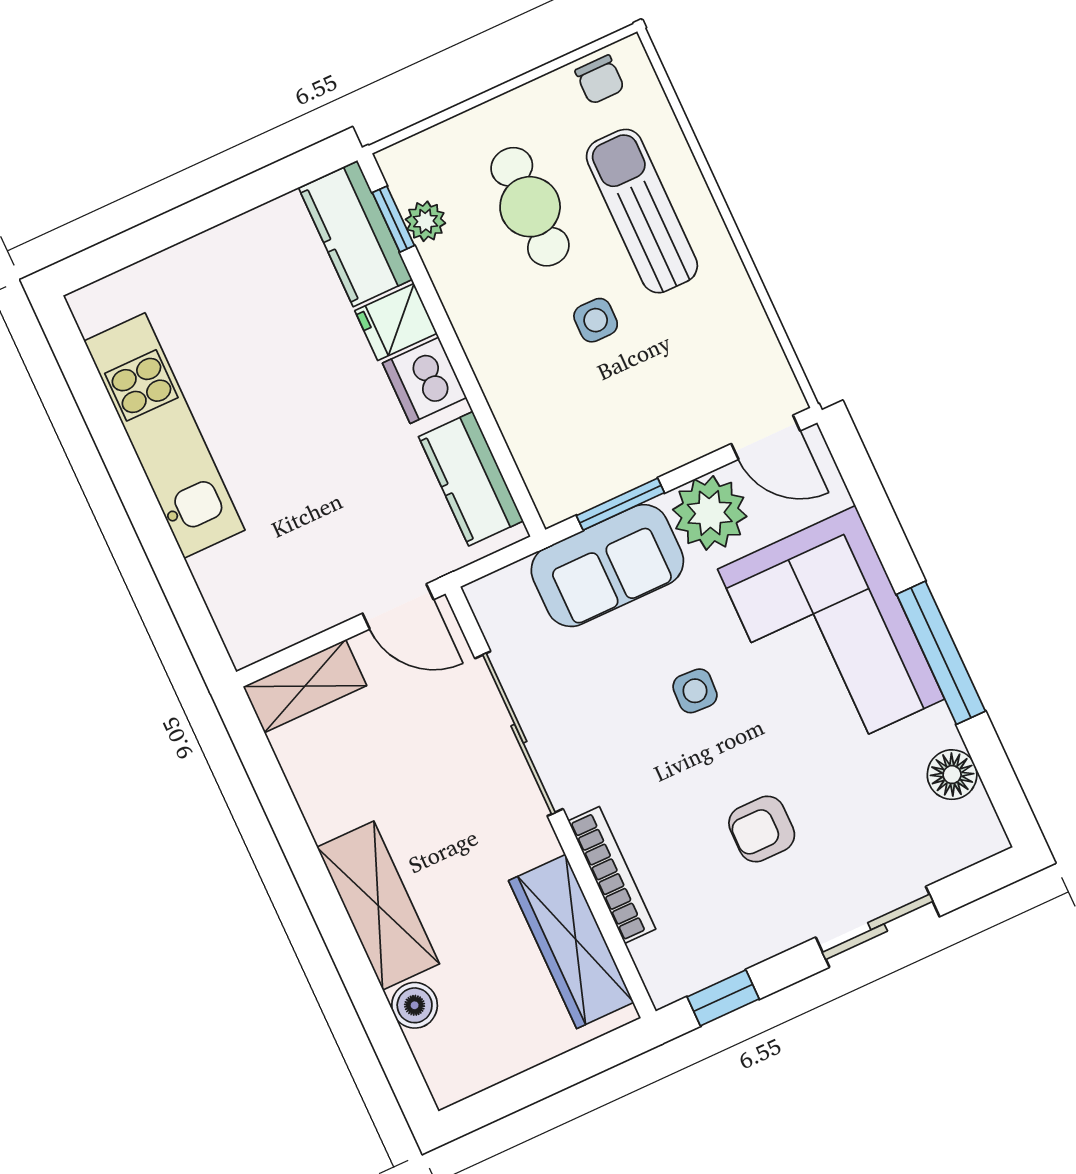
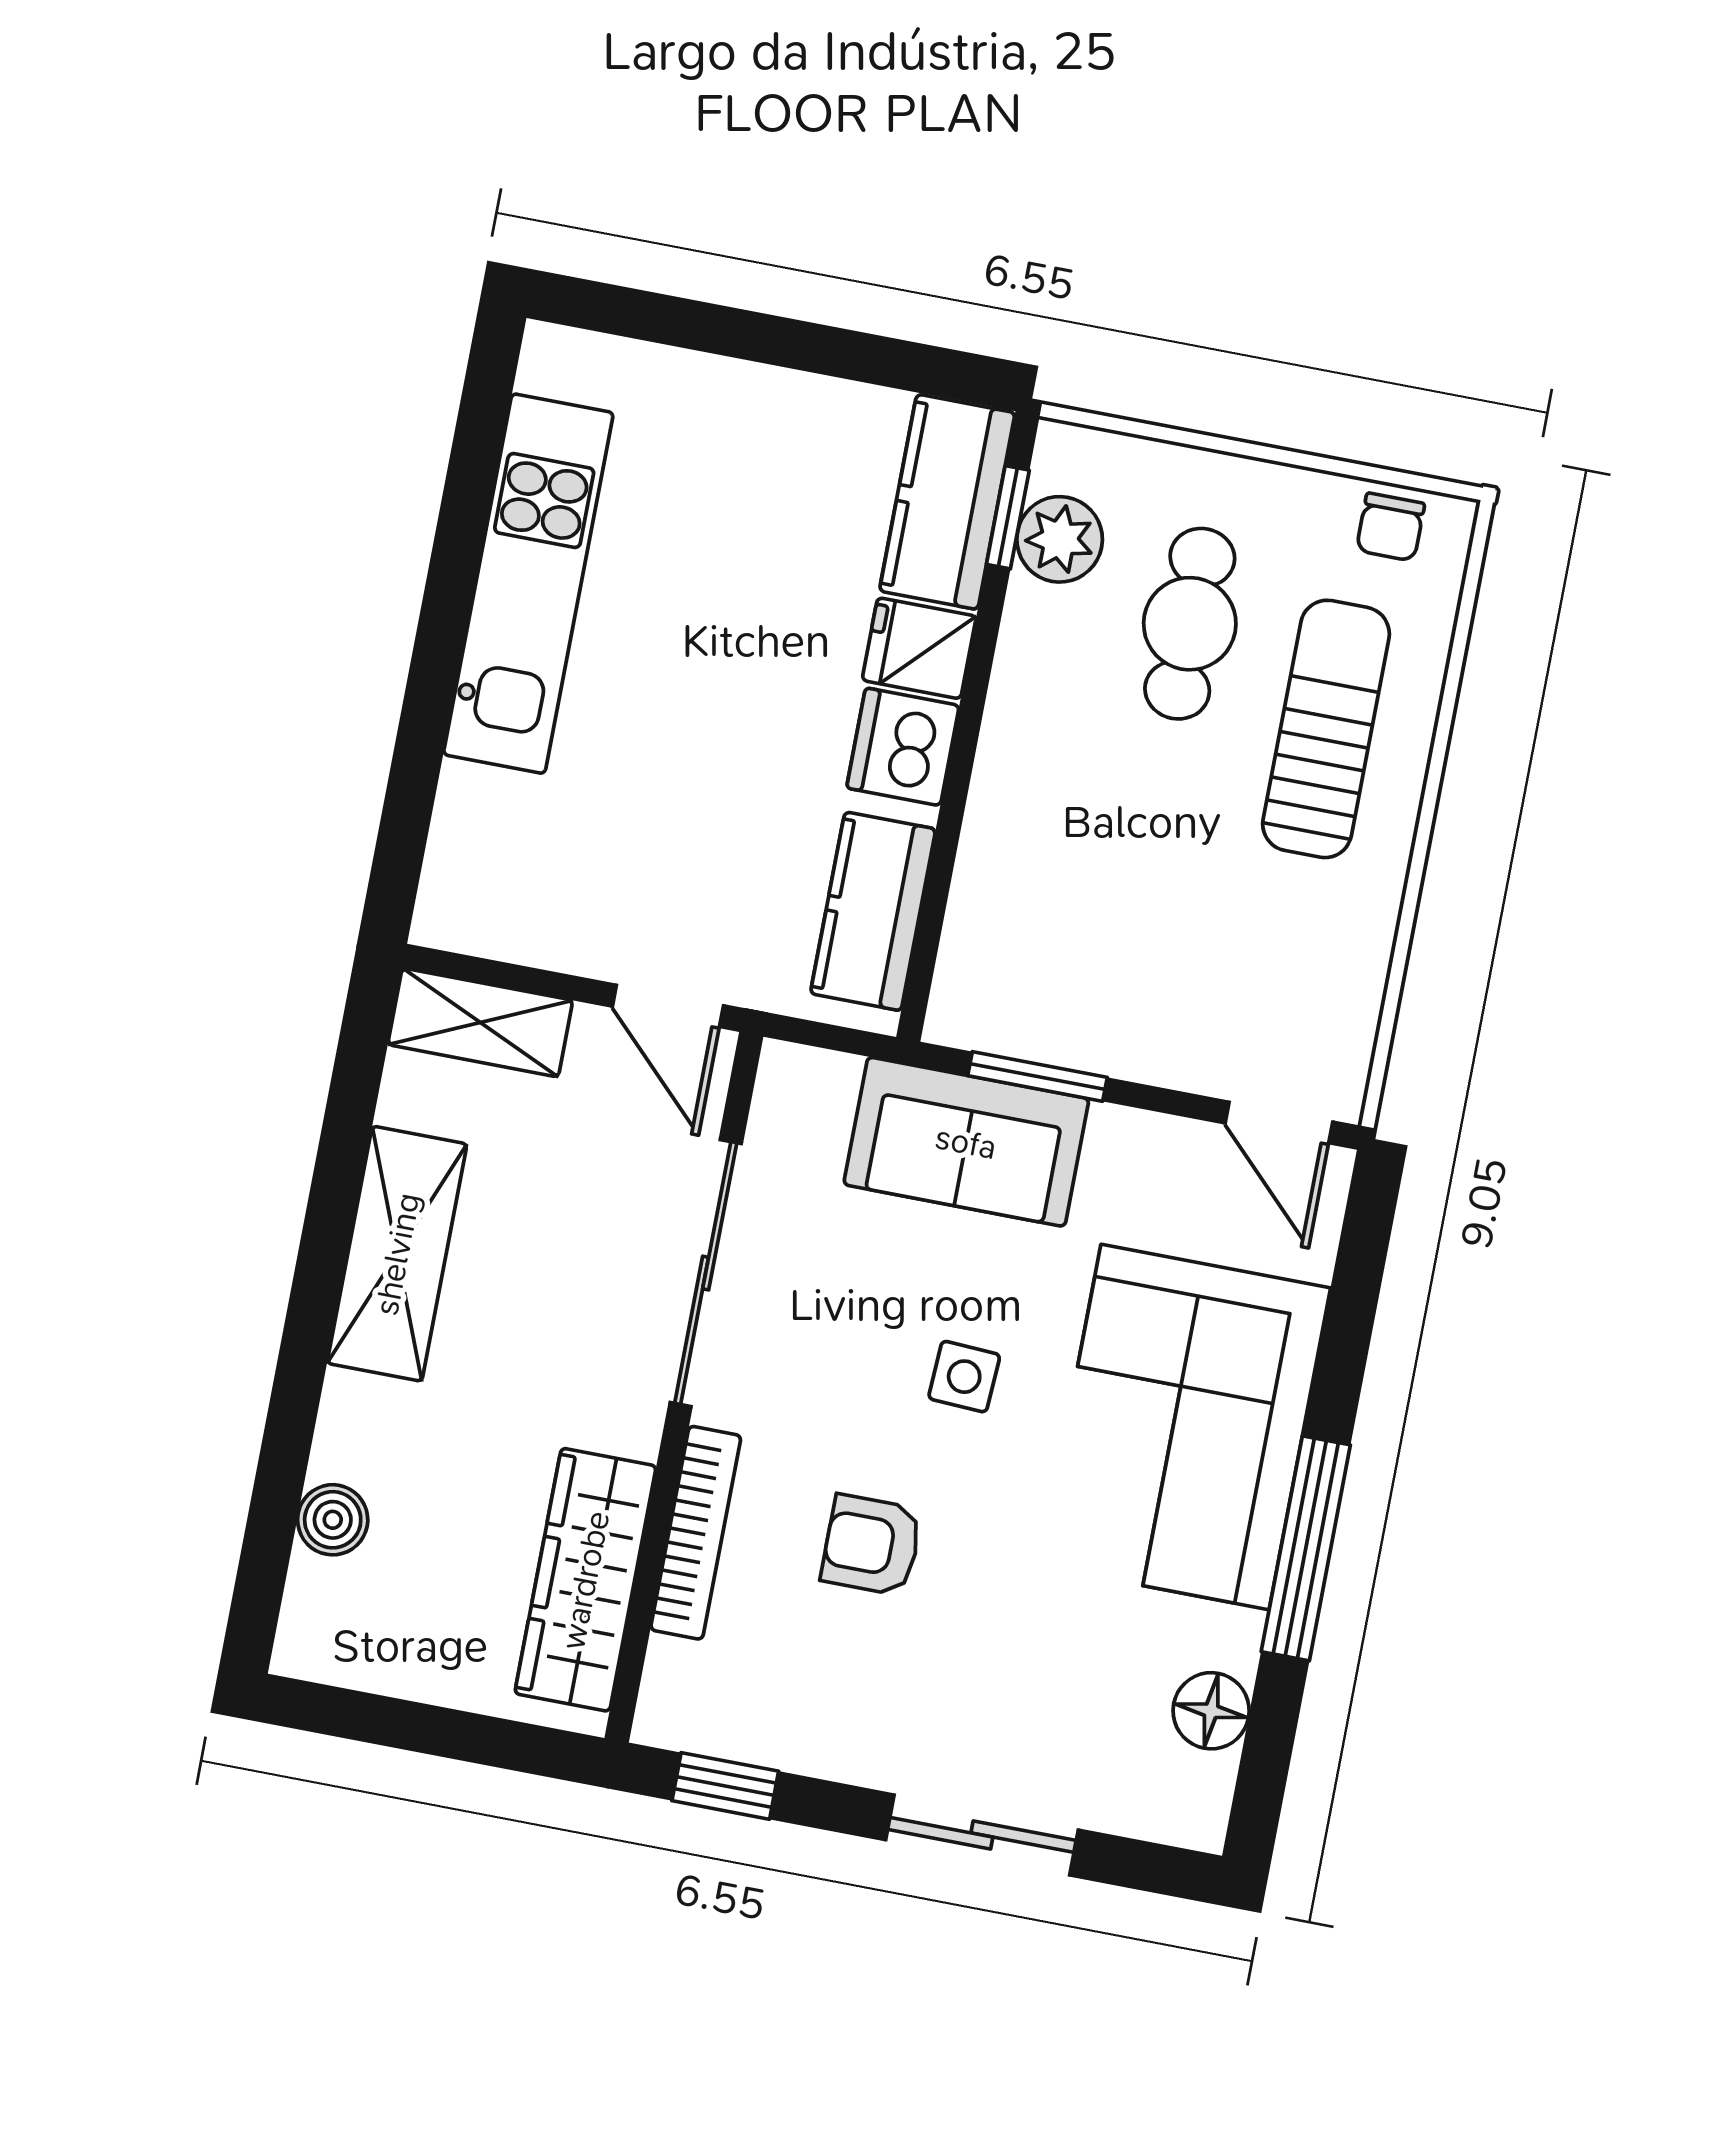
plant: (425, 221) -> (1060, 539), width x1.38, depth x1.38
side table: (596, 320) -> (1171, 824), removed
plant: (710, 513) -> (1141, 1167), removed
armchair: (762, 829) -> (872, 1545), moved
shelving: (378, 906) -> (397, 1254), moved

